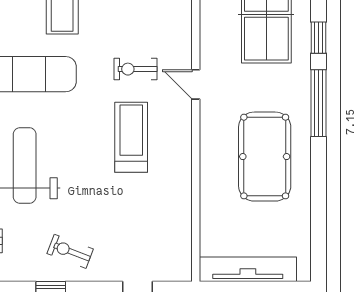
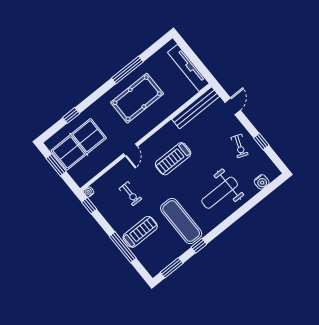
exercise bike: (136, 69) -> (130, 194), moved
window: (318, 103) -> (127, 70), moved
bench: (180, 232) -> (196, 108), added

